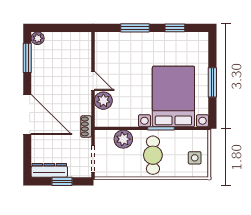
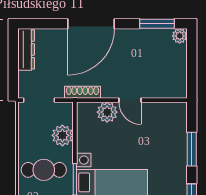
door: (93, 81) -> (130, 100), hinge flipped
shoe rack: (86, 126) -> (83, 92), width x1.43
window: (62, 181) -> (13, 64), removed

